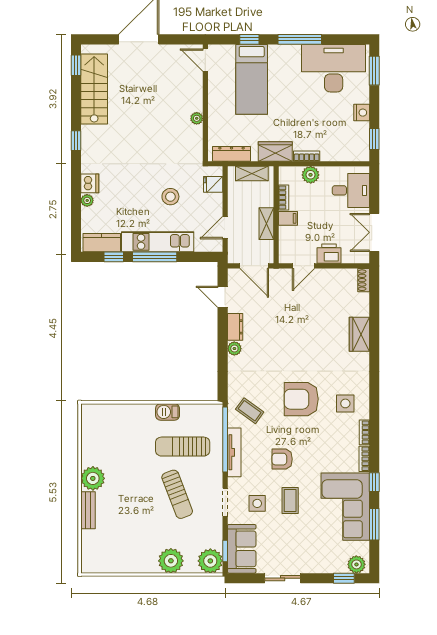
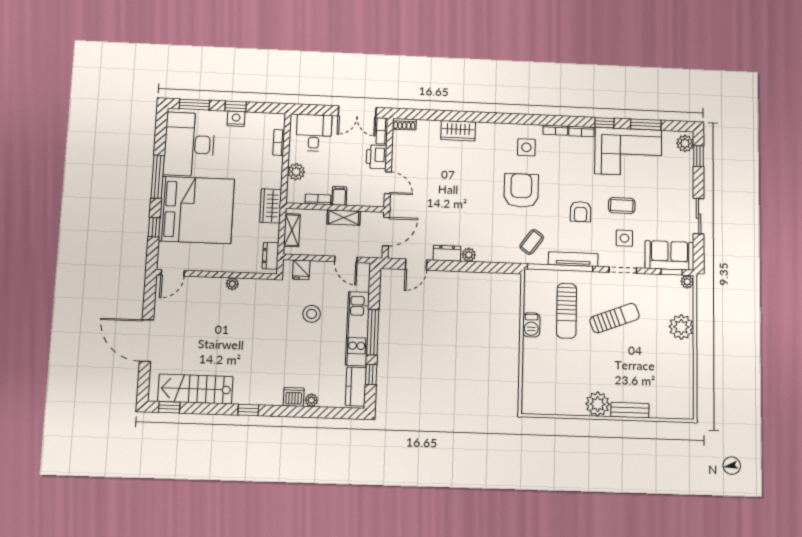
bed: (252, 79) -> (197, 210), width x2.04
window: (374, 139) -> (236, 106), moved
dresser: (232, 154) -> (270, 256), width x0.70
bookcase: (307, 156) -> (279, 142), moved
bookcase: (356, 258) -> (382, 131), added
armchair: (301, 399) -> (521, 190), turned 180
plant: (210, 561) -> (687, 282), width x0.53, depth x0.53

